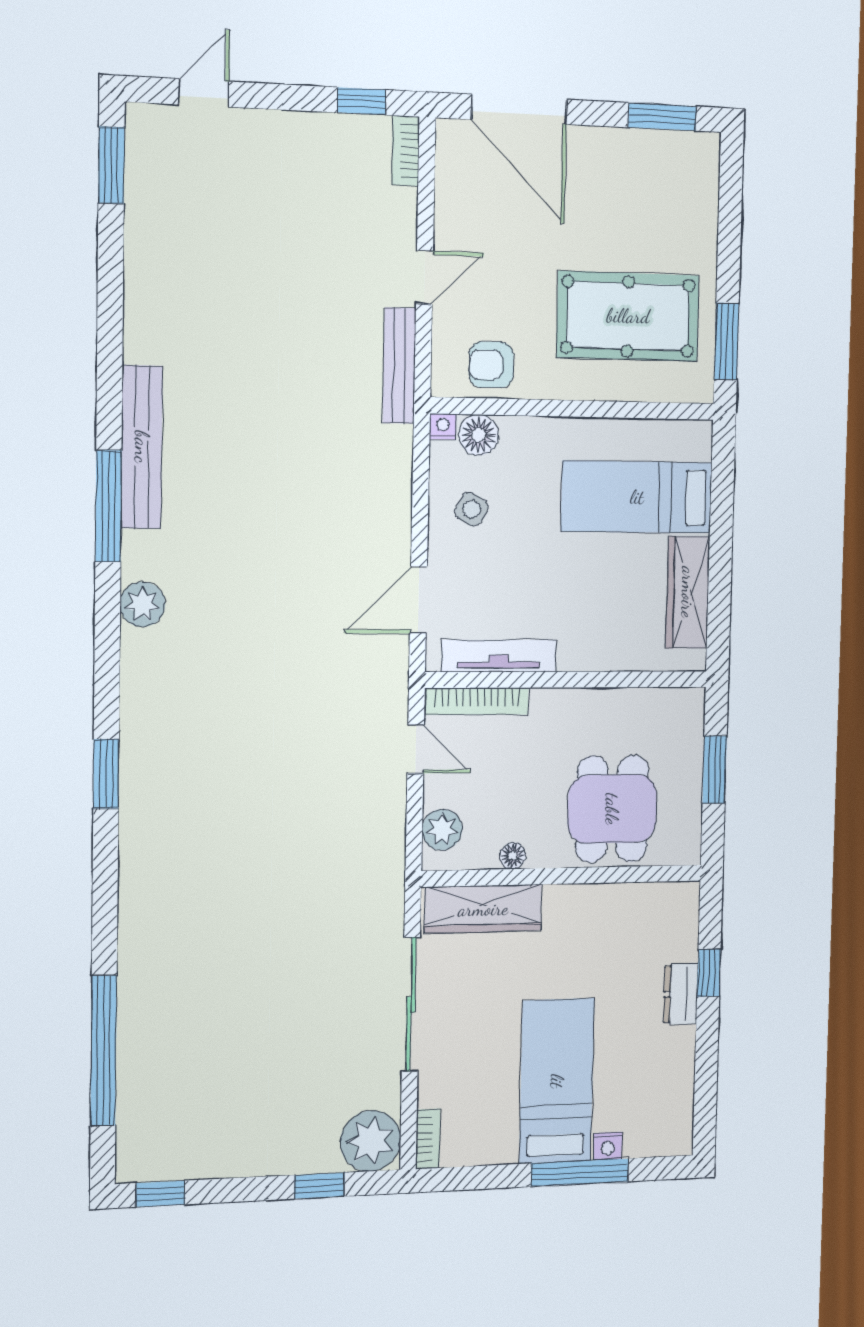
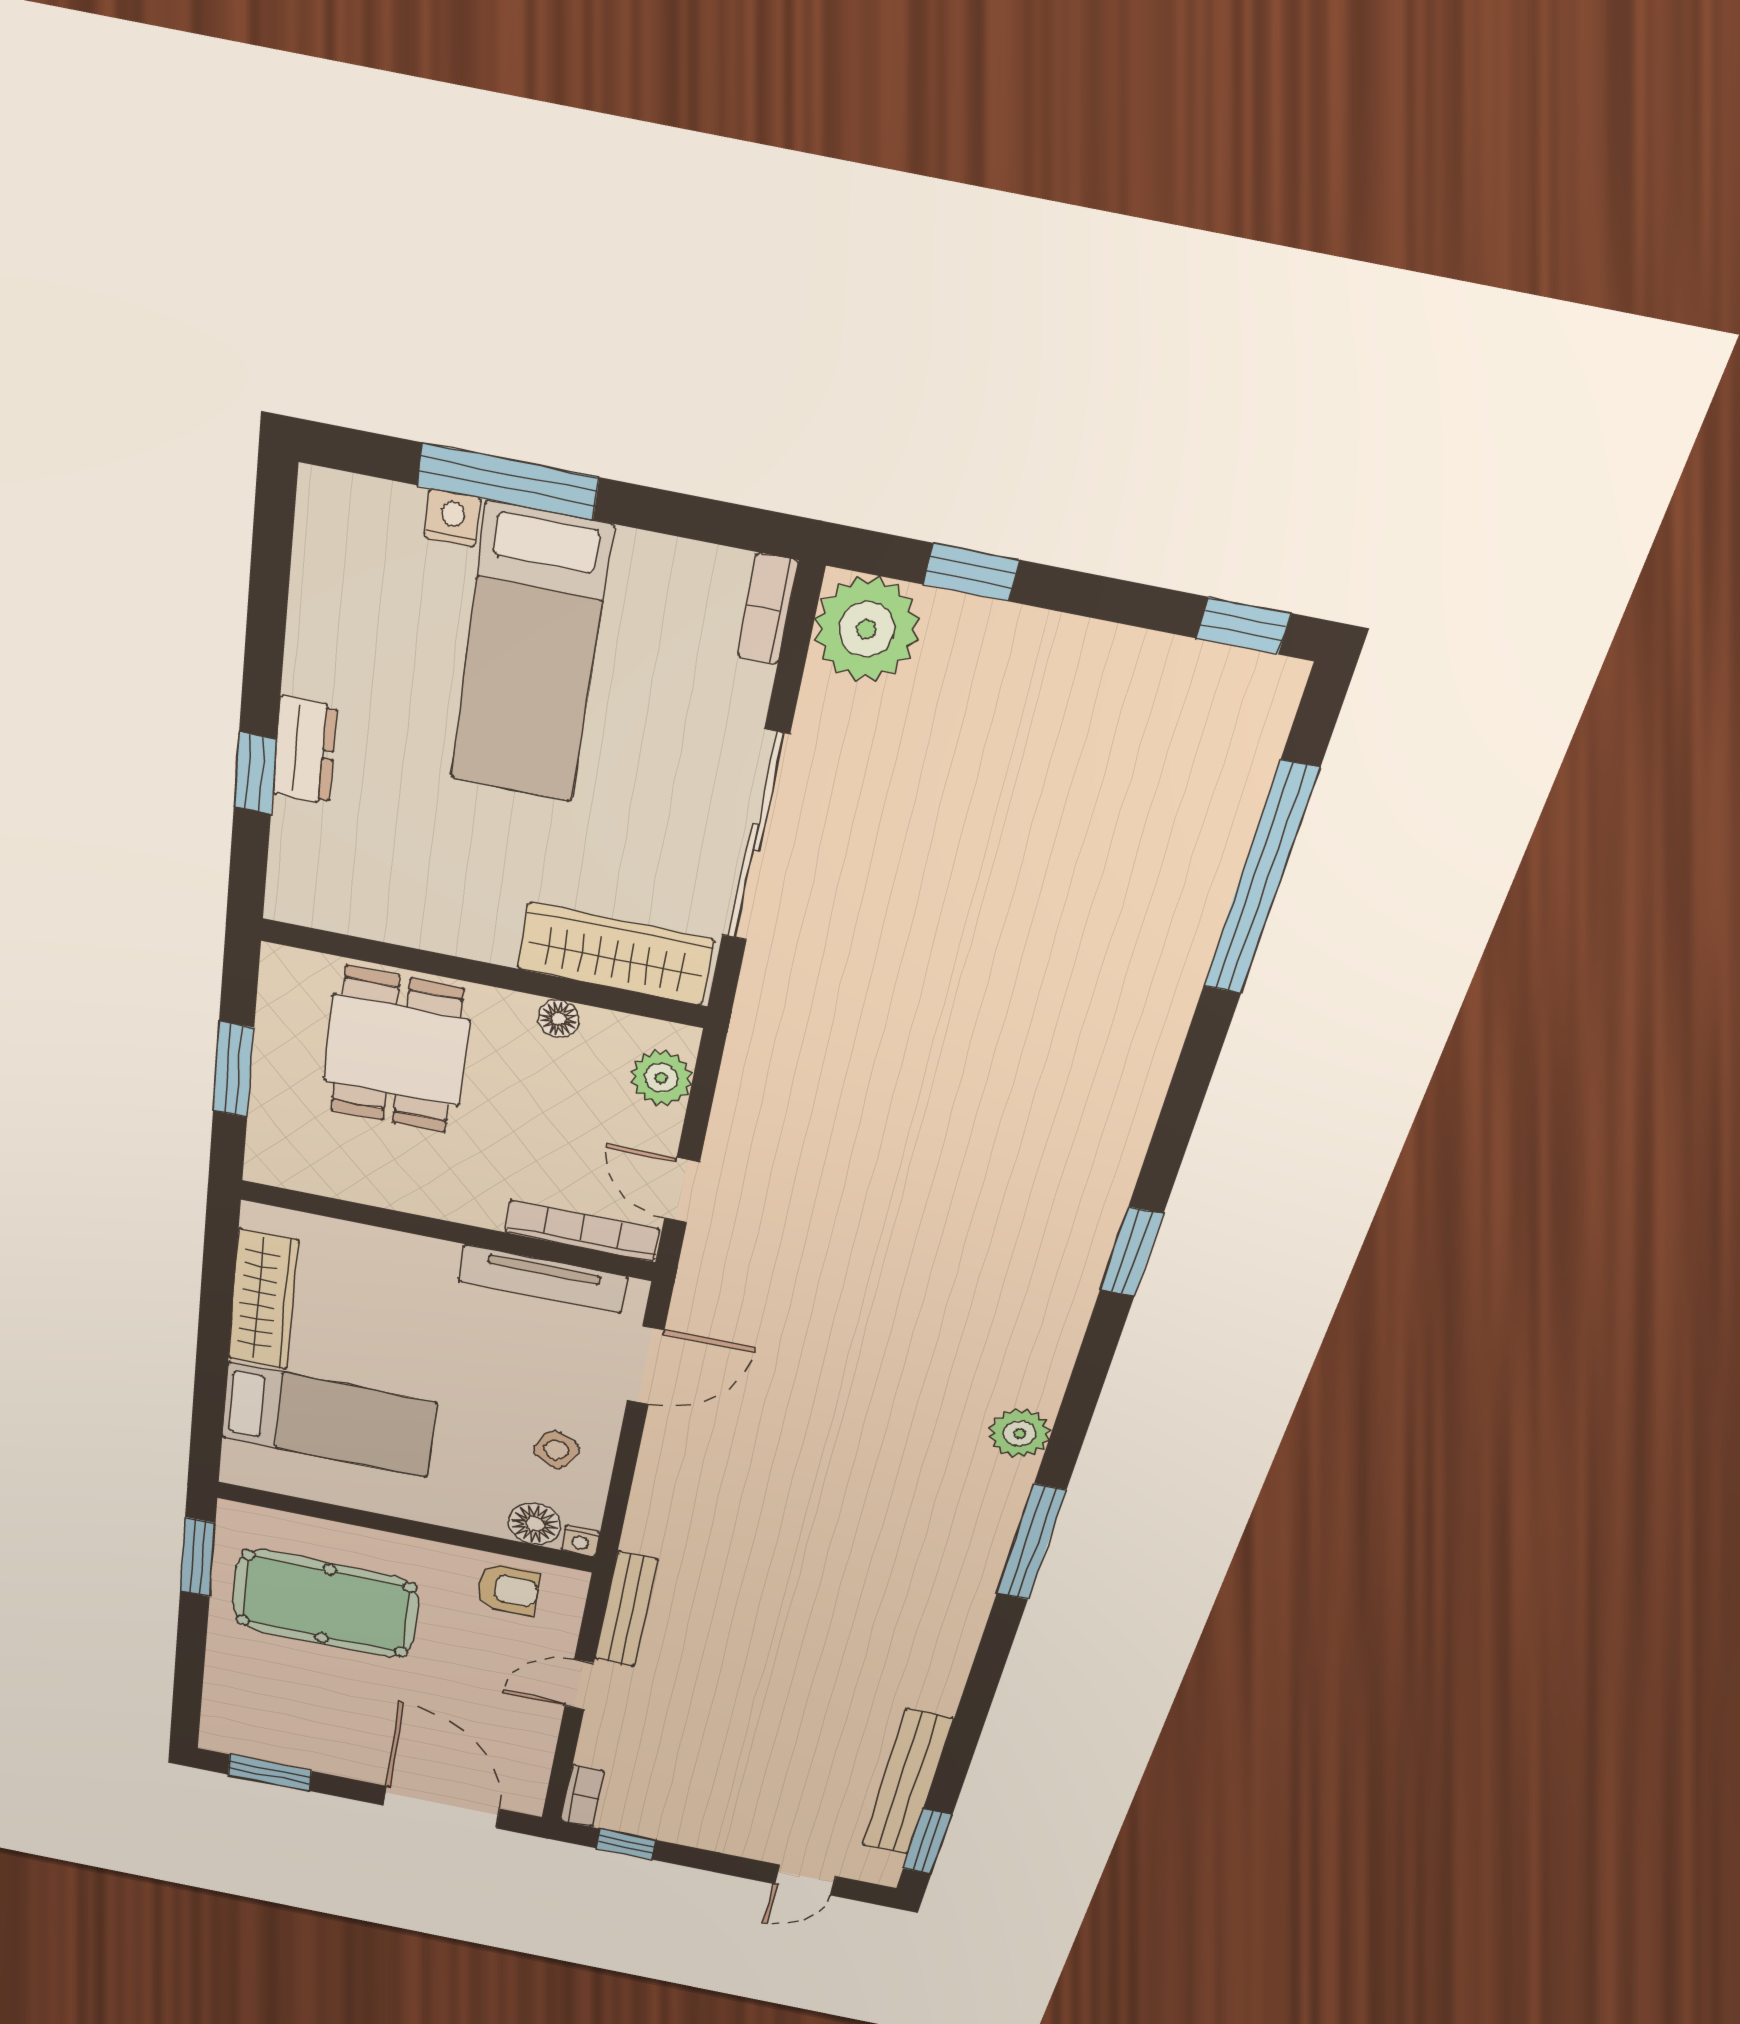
bench: (142, 447) -> (907, 1783), moved

